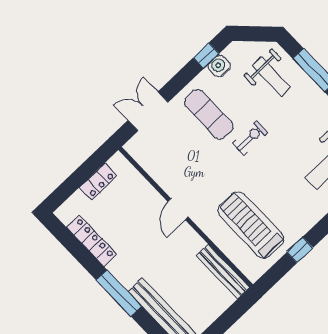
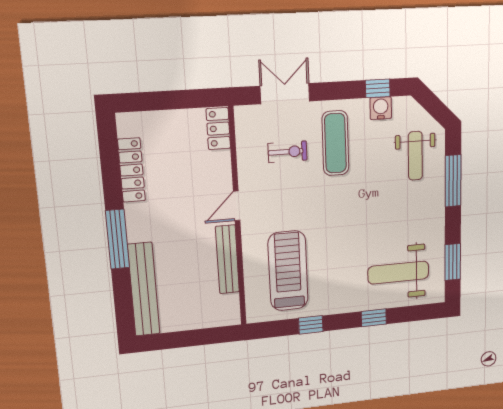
exercise bike: (250, 138) -> (288, 152), moved
locker: (98, 182) -> (218, 129), moved, turned 90
bench: (223, 272) -> (227, 259), moved

